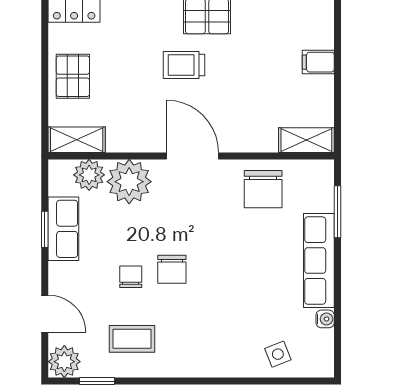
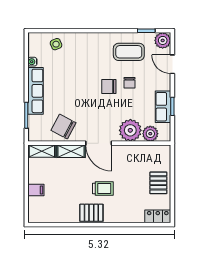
shelving: (77, 140) -> (71, 151), moved
chair: (263, 189) -> (63, 127), turned -62
chair: (172, 269) -> (109, 87), turned -90
coffee table: (132, 339) -> (129, 52), width x1.36, depth x1.30

